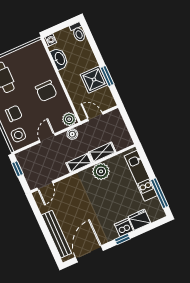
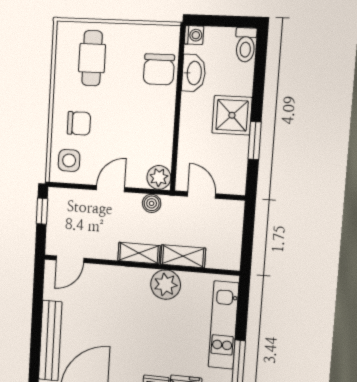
shower: (94, 80) -> (232, 115), moved
chair: (46, 91) -> (159, 69), moved

